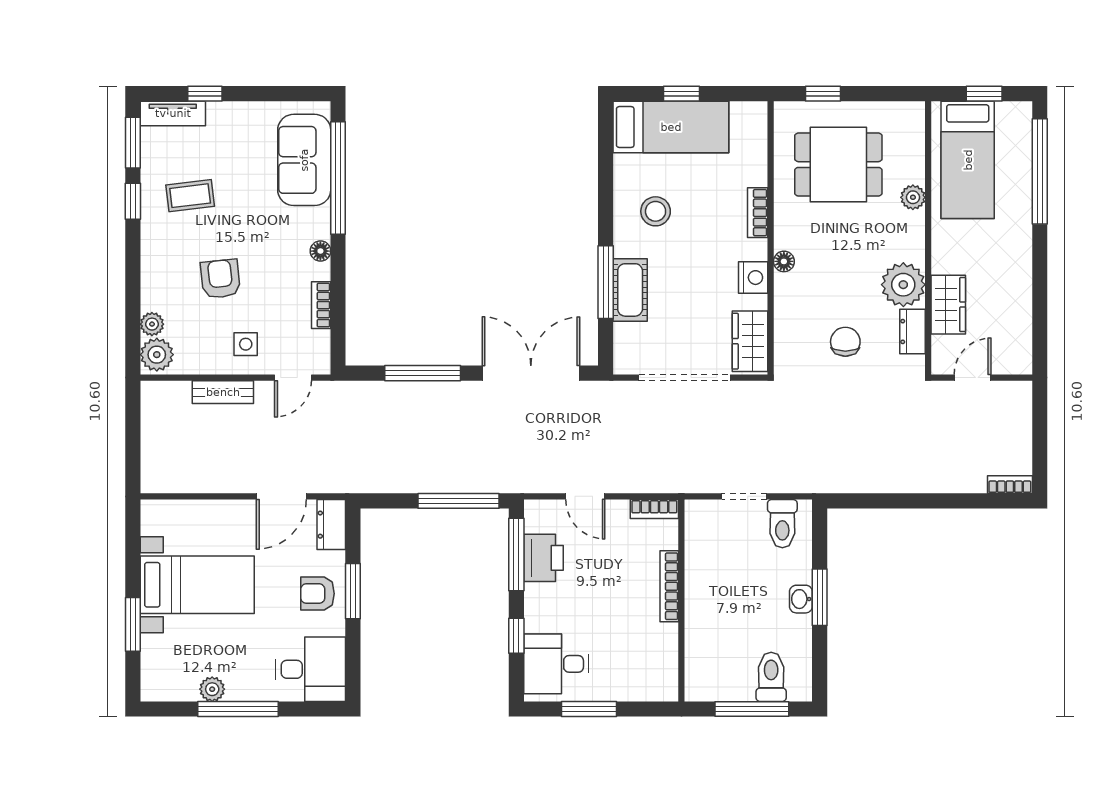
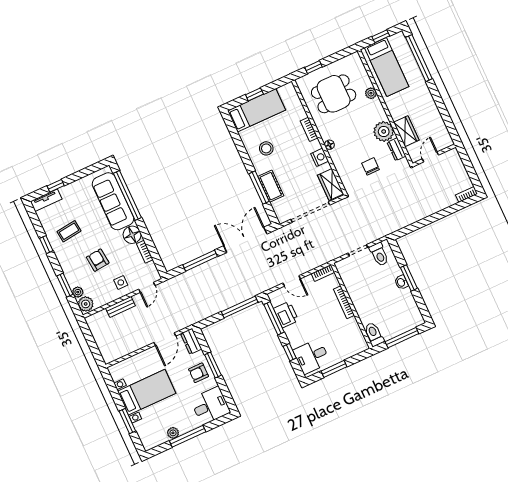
window: (133, 143) -> (65, 285), moved
sofa: (304, 160) -> (113, 201), width x1.36
floor lamp: (320, 251) -> (132, 235), width x1.89, depth x1.89
toilet: (771, 677) -> (374, 334), moved

